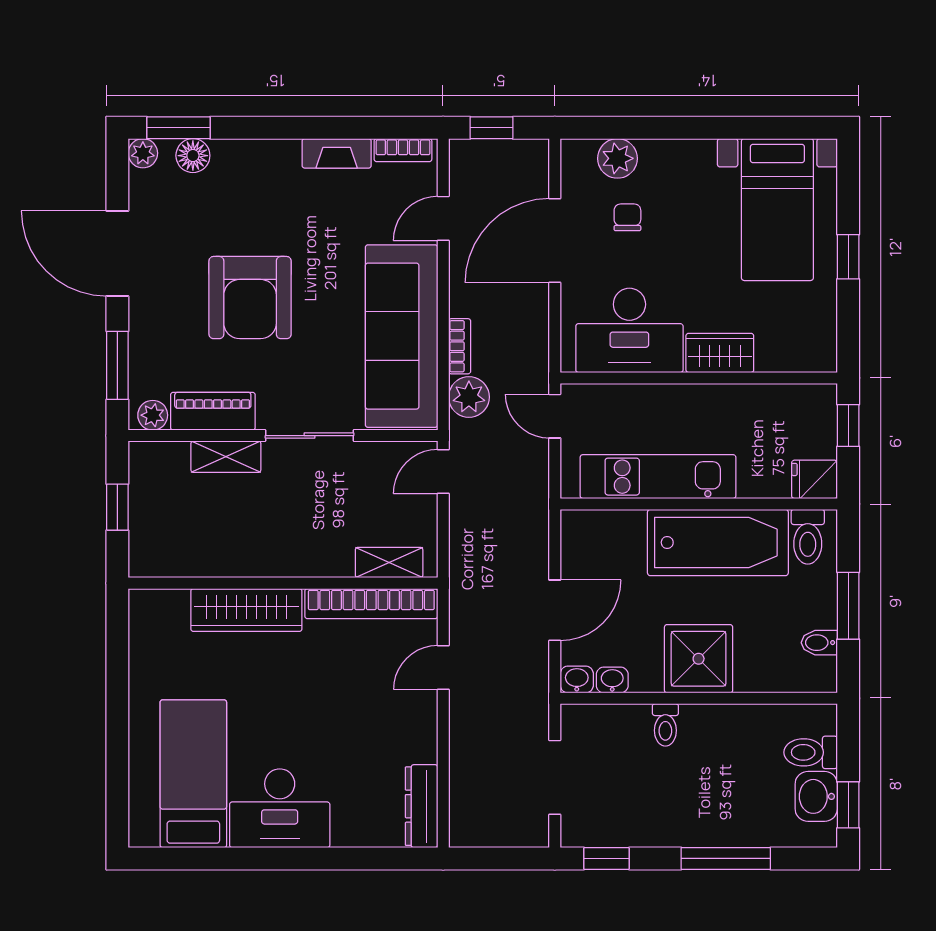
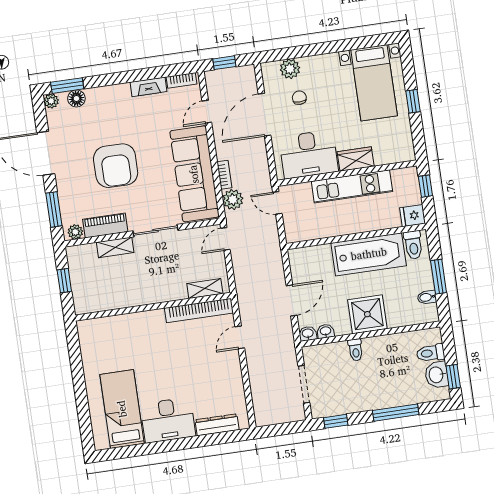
kitchen unit: (658, 477) -> (352, 186), moved, turned 180
wardrobe: (246, 610) -> (137, 323), removed
dresser: (422, 806) -> (217, 425), moved, turned 90

